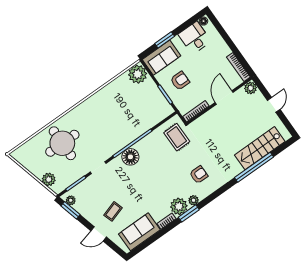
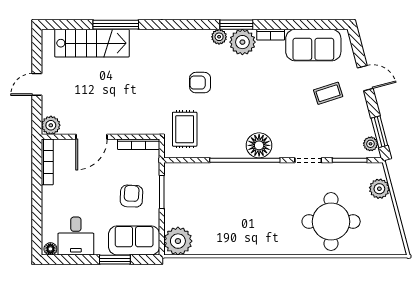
armchair: (180, 81) -> (131, 196), turned 93
window: (254, 167) -> (116, 25), width x0.68
armchair: (199, 175) -> (200, 83), moved

